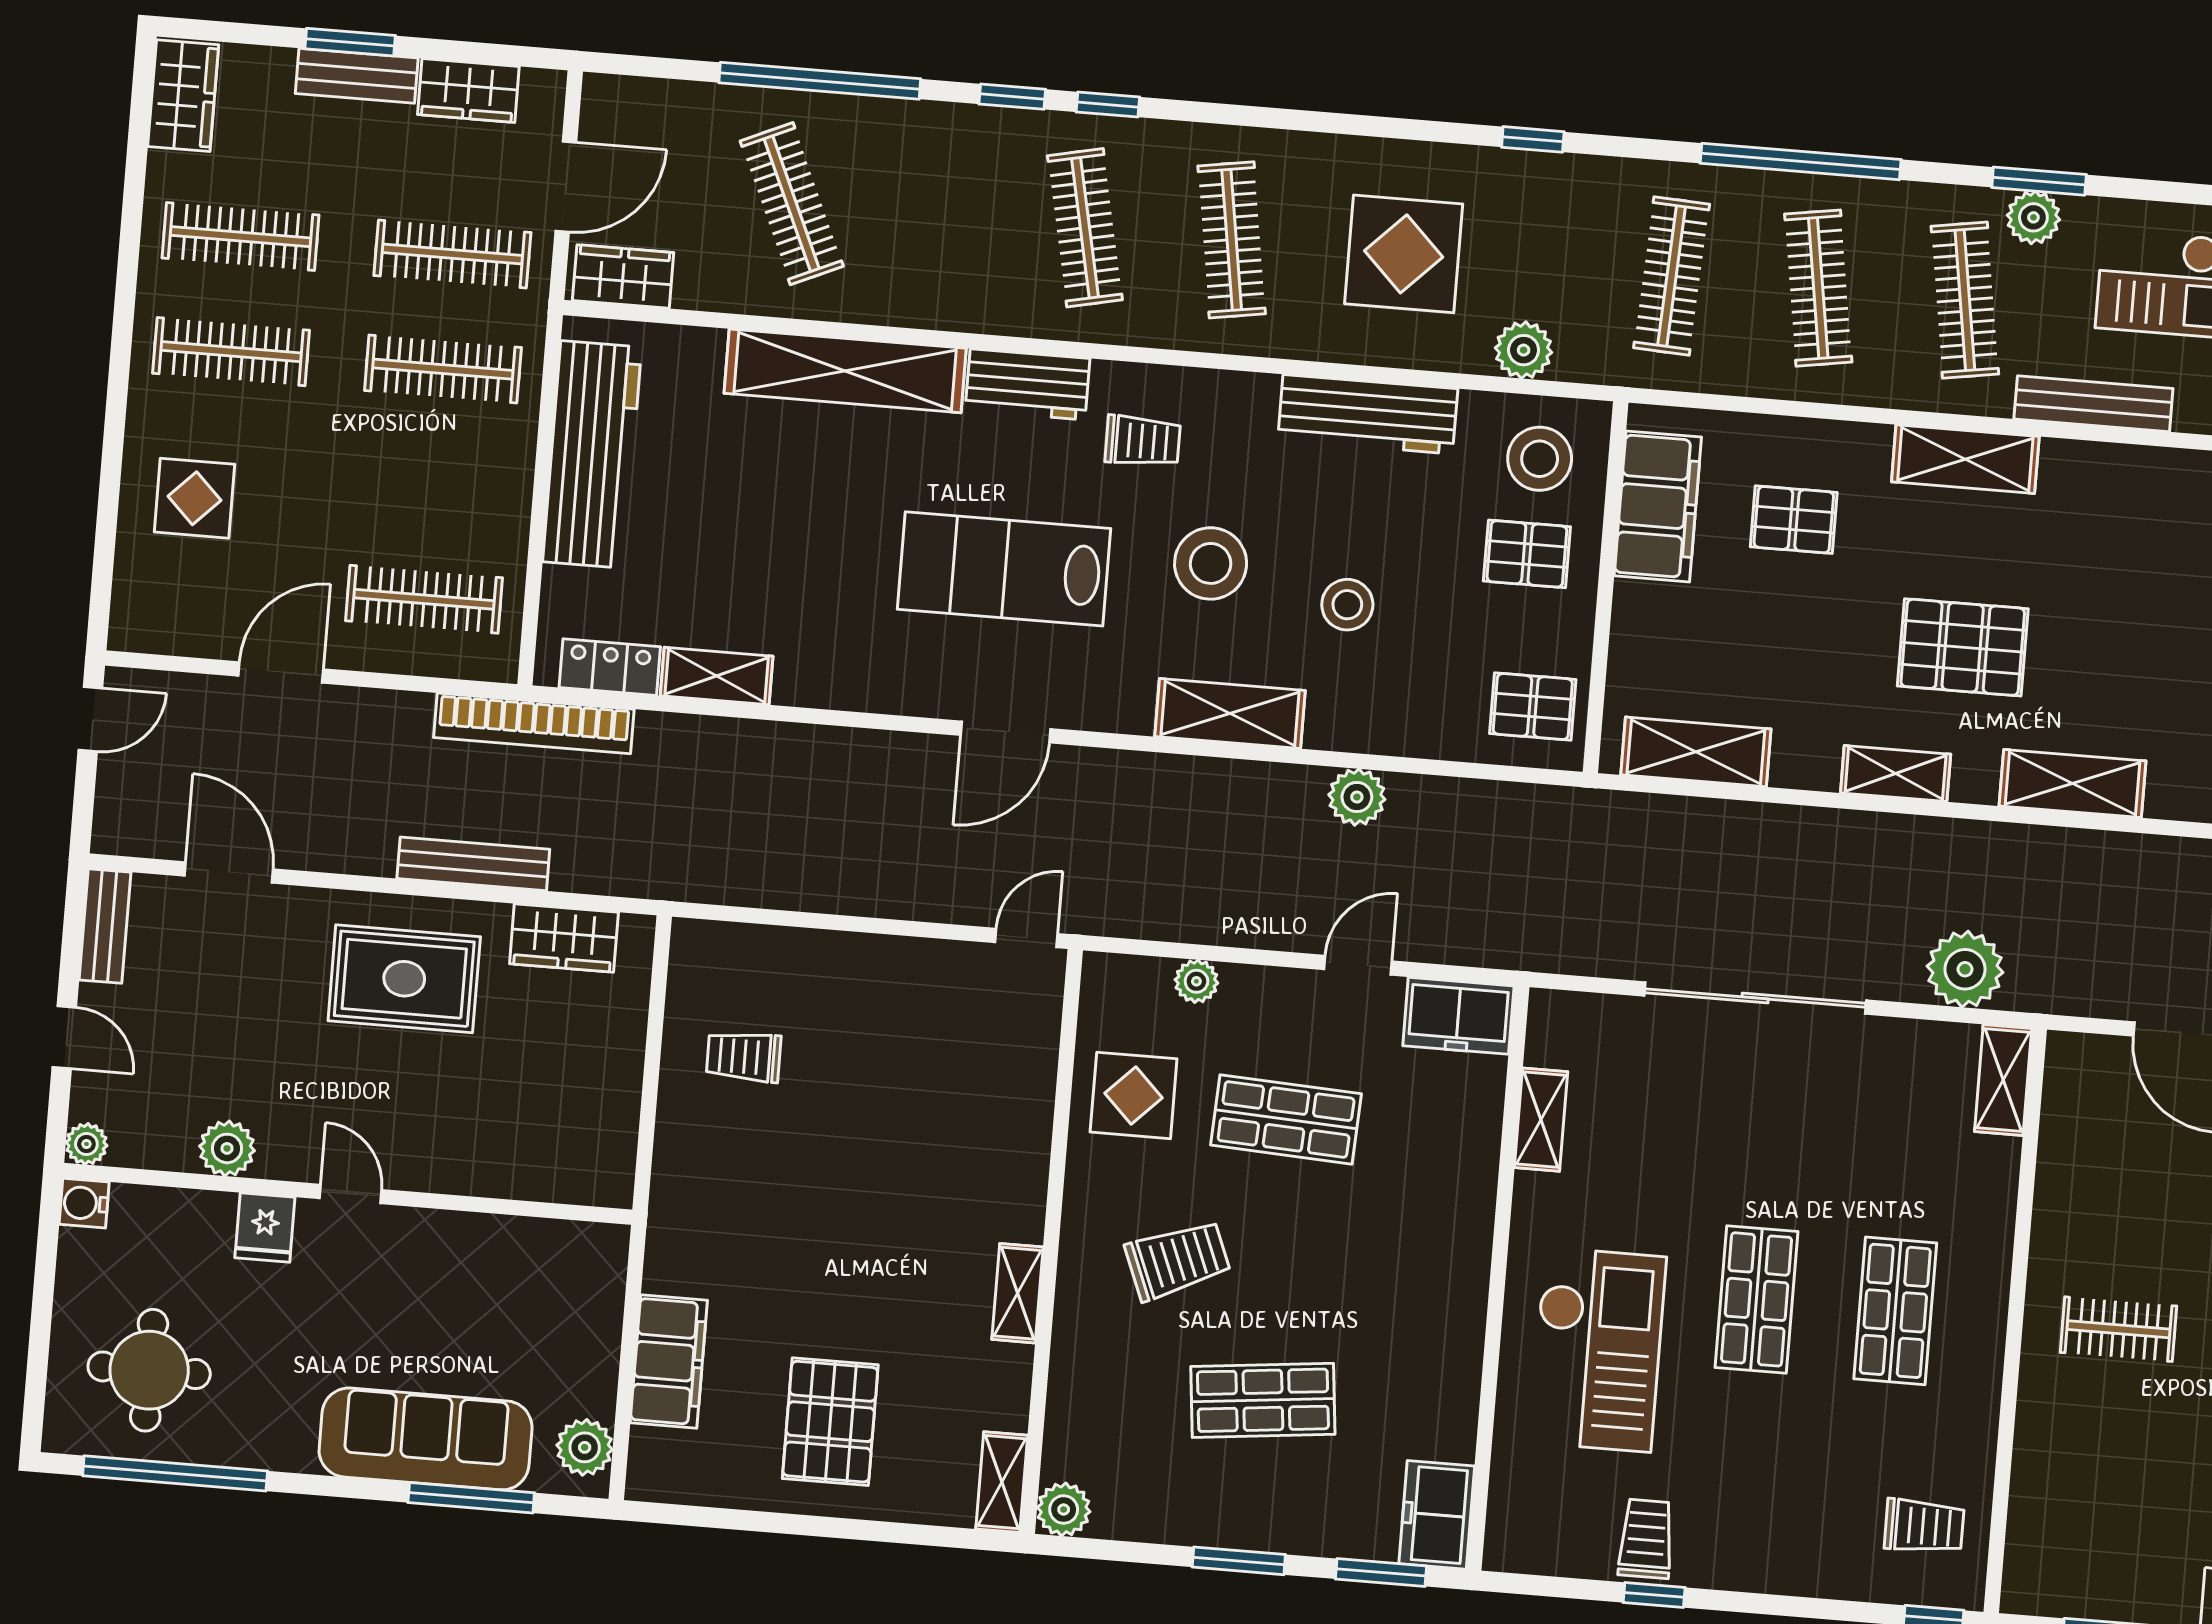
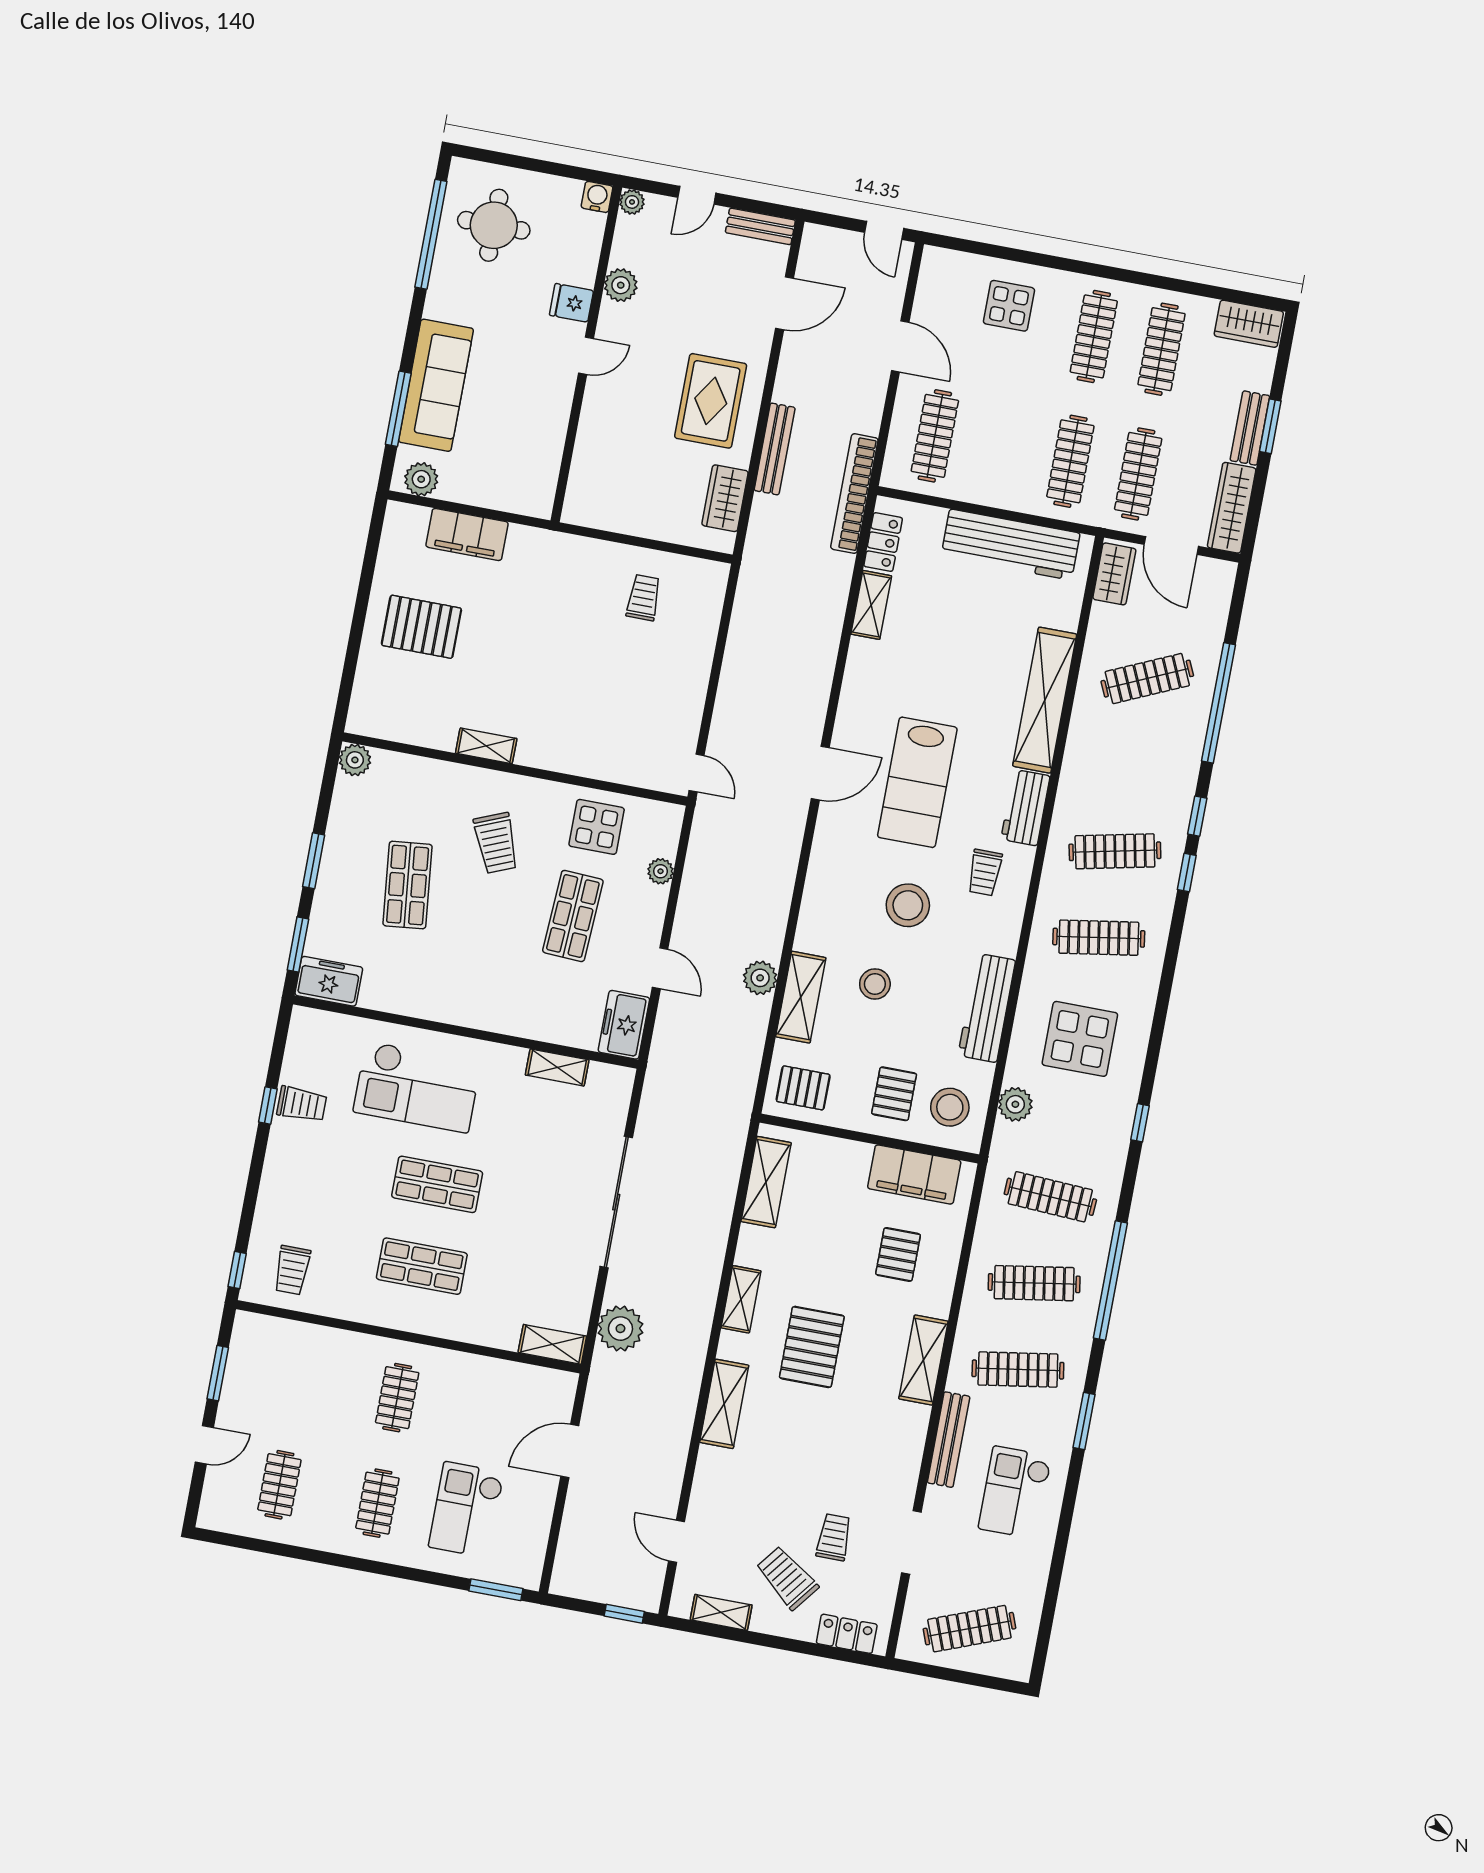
wardrobe: (468, 90) -> (1232, 508), width x1.50
plant: (2033, 217) -> (1063, 1415), removed
lab bench: (1004, 569) -> (917, 782), turned 180
pallet: (1533, 707) -> (803, 1088), turned 90
shelving: (1230, 713) -> (801, 997), moved
door: (1005, 732) -> (820, 773), swing flipped
shelving: (1002, 1482) -> (375, 725), removed

